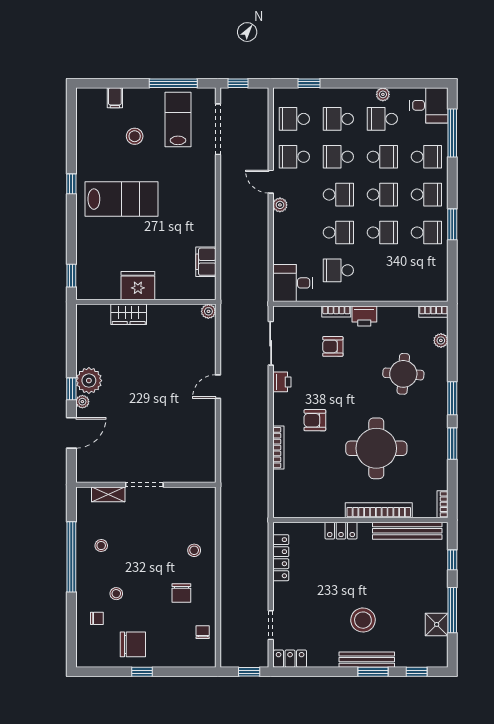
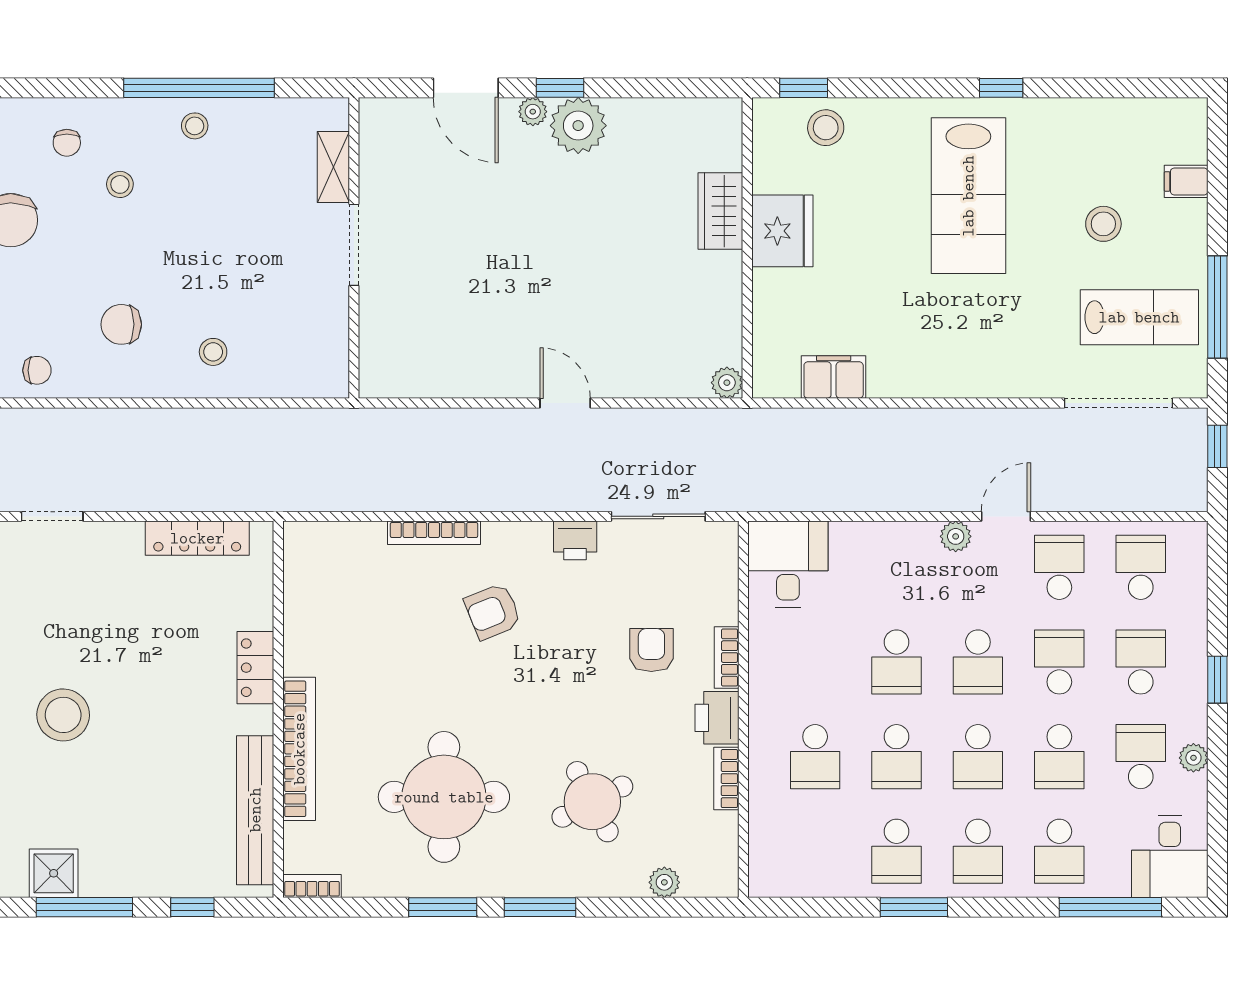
window: (309, 83) -> (1217, 680), moved
stool: (90, 265) -> (826, 128), added
school desk: (338, 270) -> (815, 757), moved, turned 180
bookcase: (433, 312) -> (726, 779), moved
round table: (403, 374) -> (592, 802), turned -31
armchair: (315, 420) -> (493, 611), turned -112
round table: (376, 448) -> (444, 797), moved
stool: (101, 546) -> (195, 126), moved

